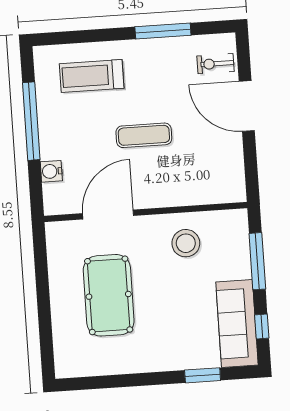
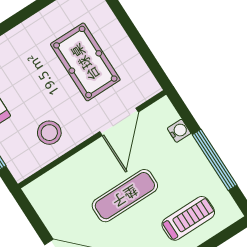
exercise mat: (144, 135) -> (125, 196), width x1.36, depth x1.45

